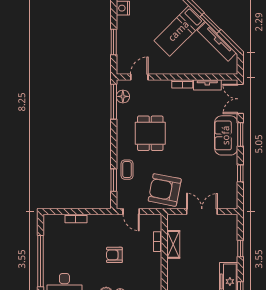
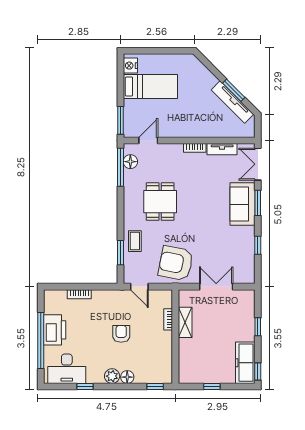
window: (210, 23) -> (234, 90), moved
bed: (179, 31) -> (150, 87), moved, turned -135
window: (114, 42) -> (120, 120), moved
printer: (53, 251) -> (55, 330), added
armchair: (114, 255) -> (121, 334), turned 90

